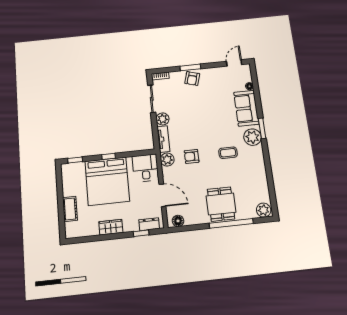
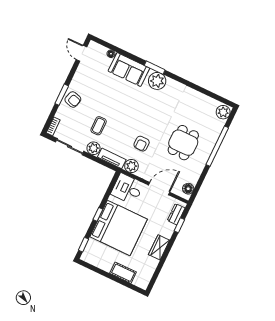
coffee table: (228, 153) -> (99, 126), moved
dining table: (221, 204) -> (183, 143), moved, turned 90

